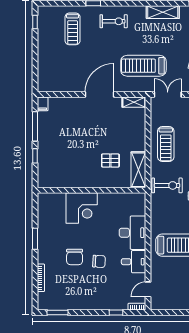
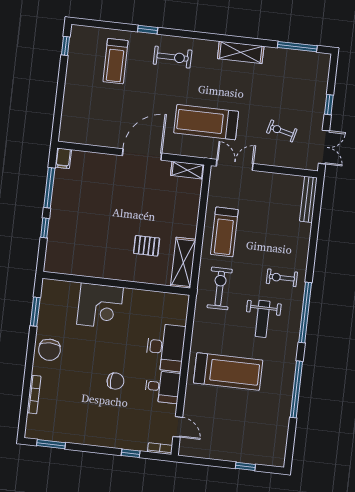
exercise bike: (167, 185) -> (220, 288), turned -90
window: (35, 239) -> (35, 312), moved
chair: (75, 257) -> (49, 350), moved
door: (148, 289) -> (178, 427), swing flipped

